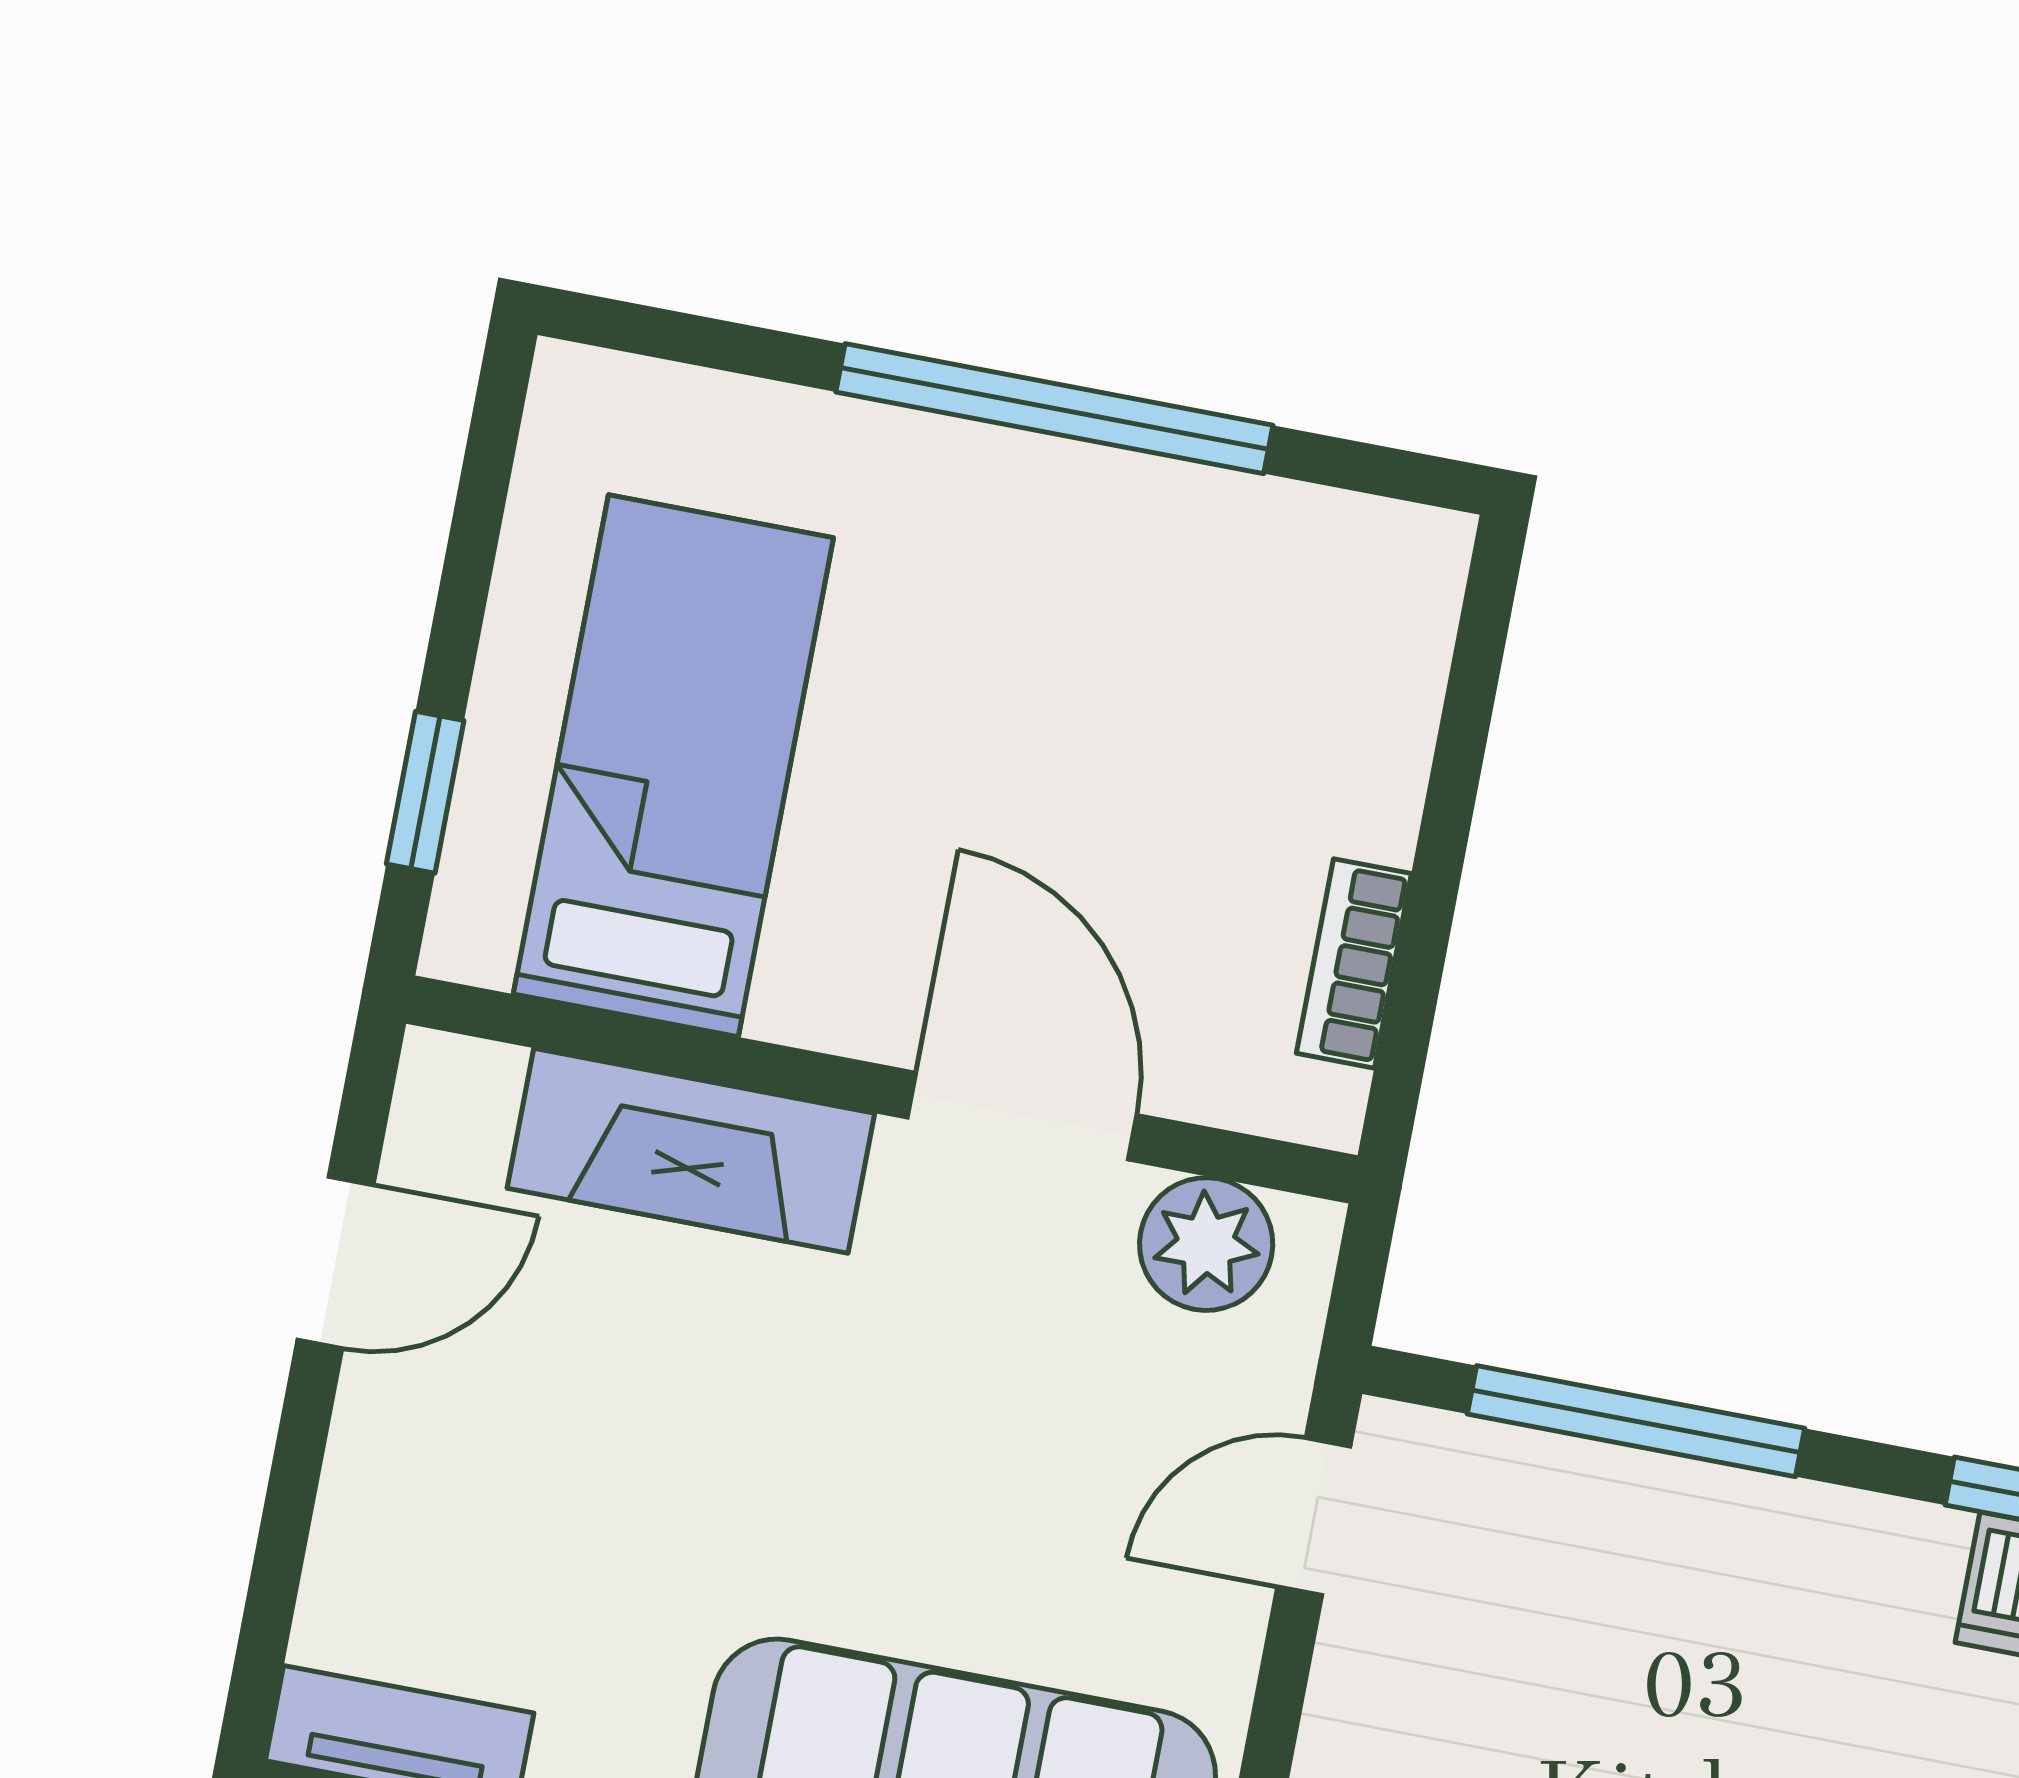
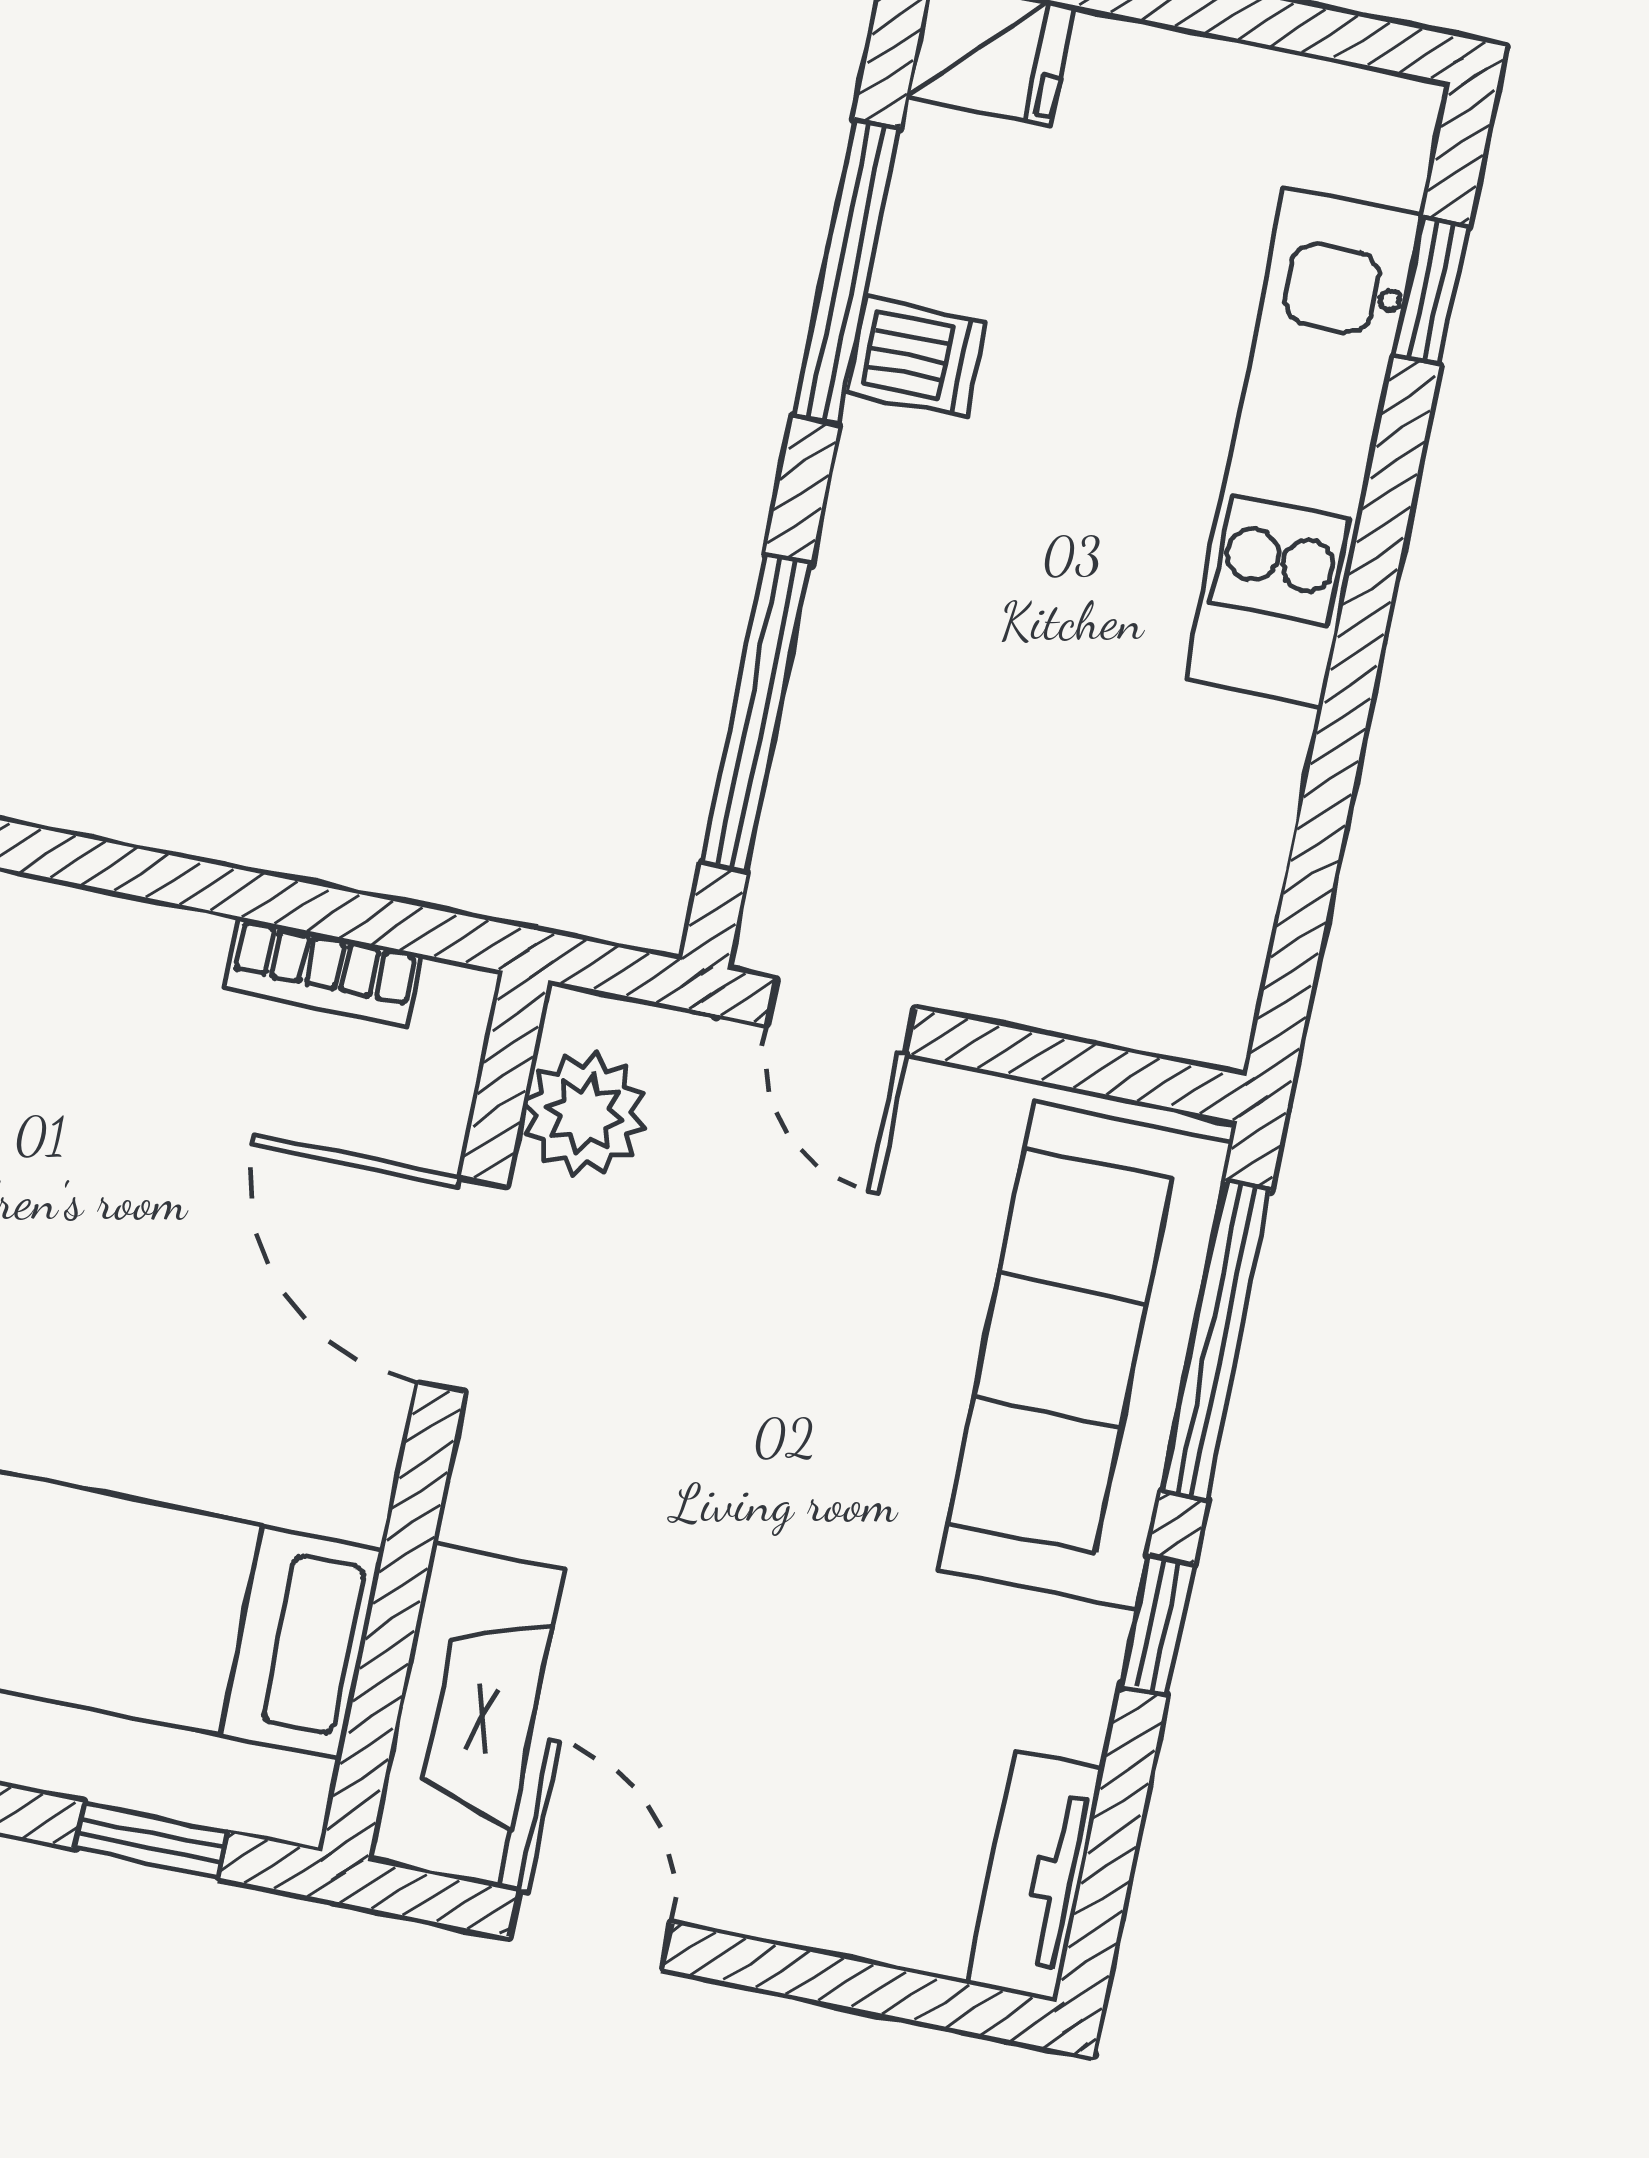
door: (1022, 1116) -> (462, 1285), hinge flipped
fireplace: (691, 1151) -> (466, 1715), moved

